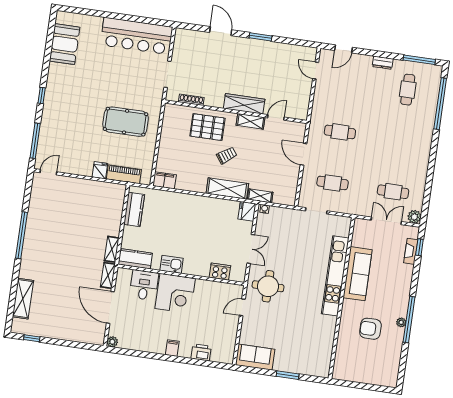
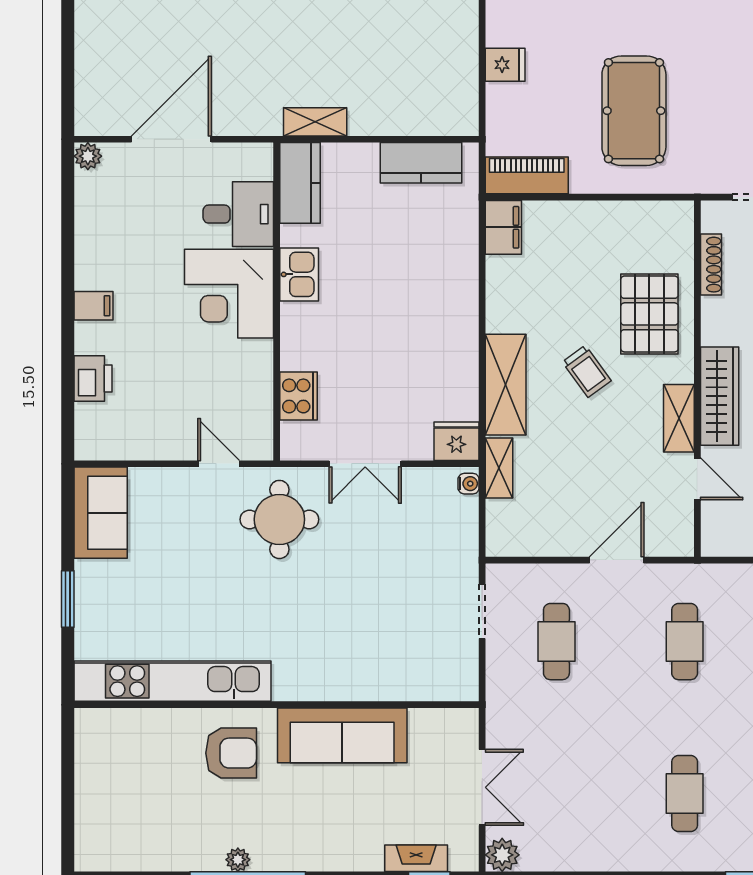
piano: (124, 174) -> (527, 175), moved, turned -90
cafe table: (393, 192) -> (685, 793), moved
shelving: (108, 275) -> (249, 122), removed
kitchen unit: (335, 276) -> (173, 681), moved
armchair: (370, 329) -> (231, 753), moved, turned 90

